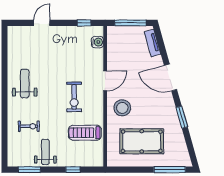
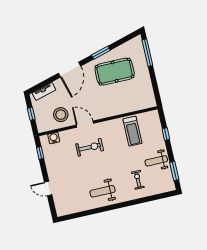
window: (130, 23) -> (31, 114), width x0.46
exercise bike: (74, 97) -> (90, 147), moved
stool: (122, 108) -> (61, 115), moved
pool table: (142, 141) -> (115, 72), moved, turned 90

